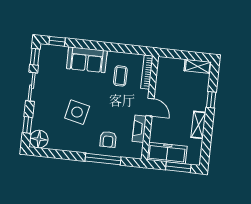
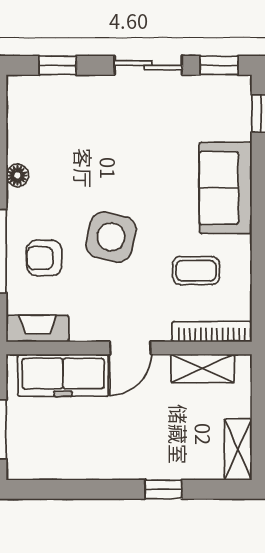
side table: (77, 112) -> (111, 237), moved
shelving: (198, 125) -> (202, 368), moved
fireplace: (139, 129) -> (38, 328), moved
floor lamp: (39, 139) -> (17, 175), moved, width x0.53, depth x0.53
freezer: (167, 153) -> (63, 375), moved, turned 90

